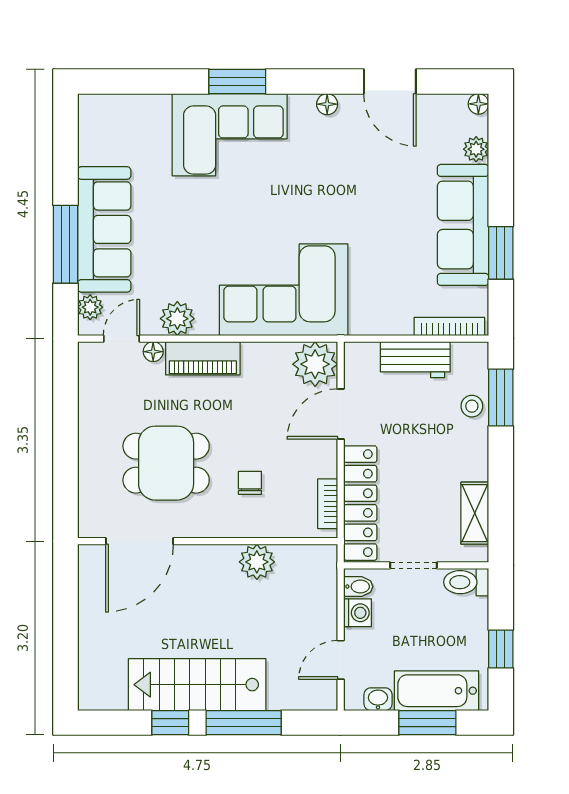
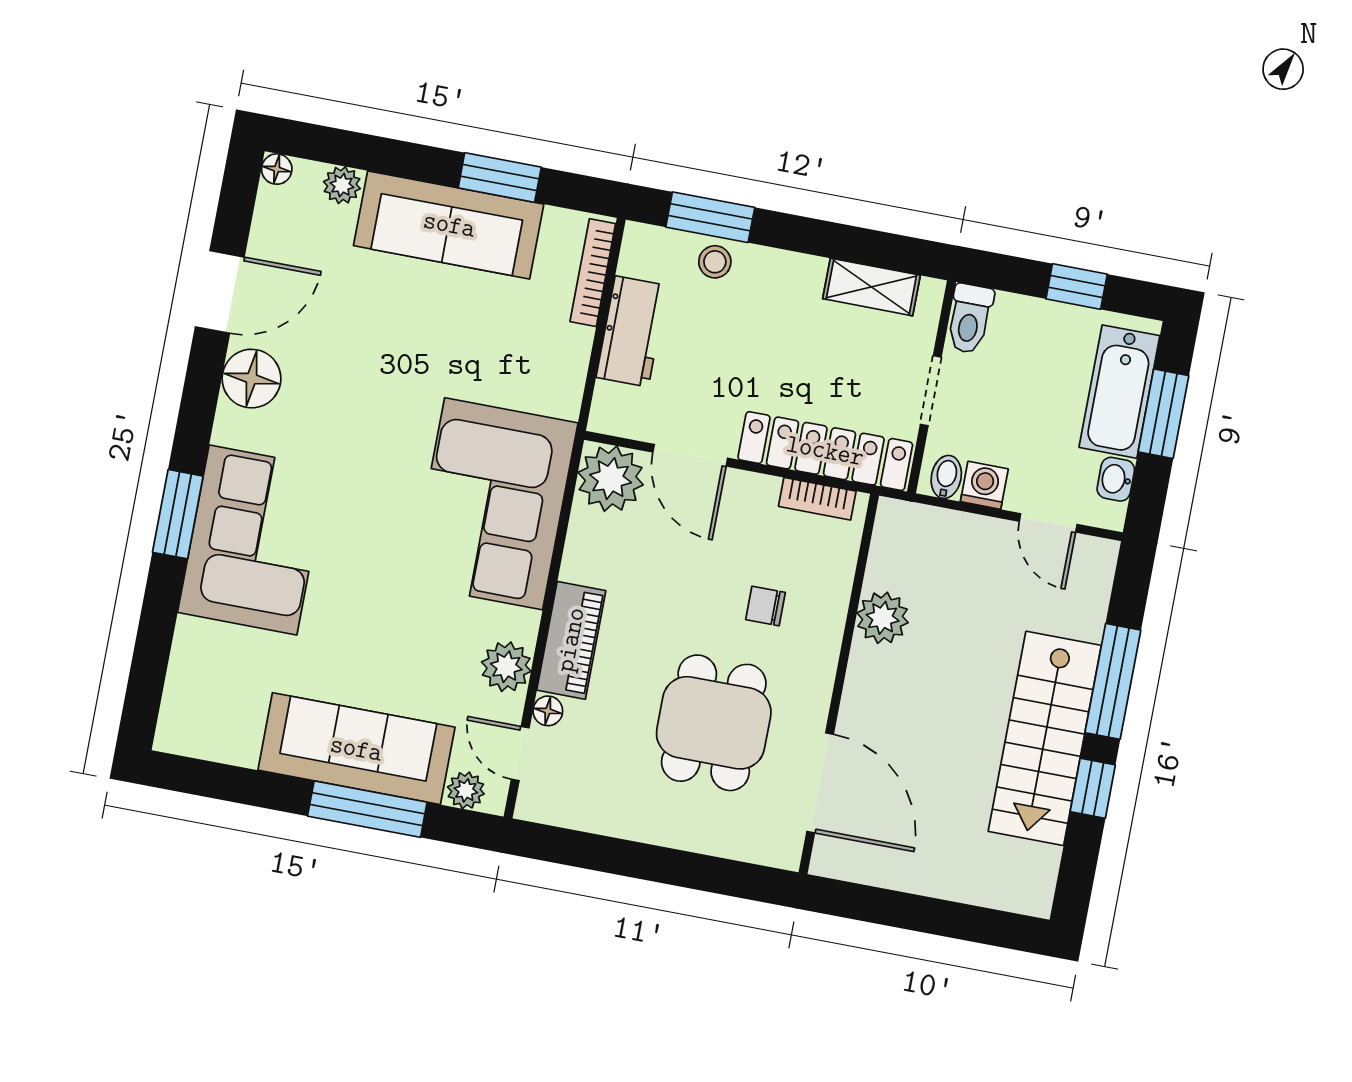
floor lamp: (327, 104) -> (251, 379), width x1.89, depth x1.89

